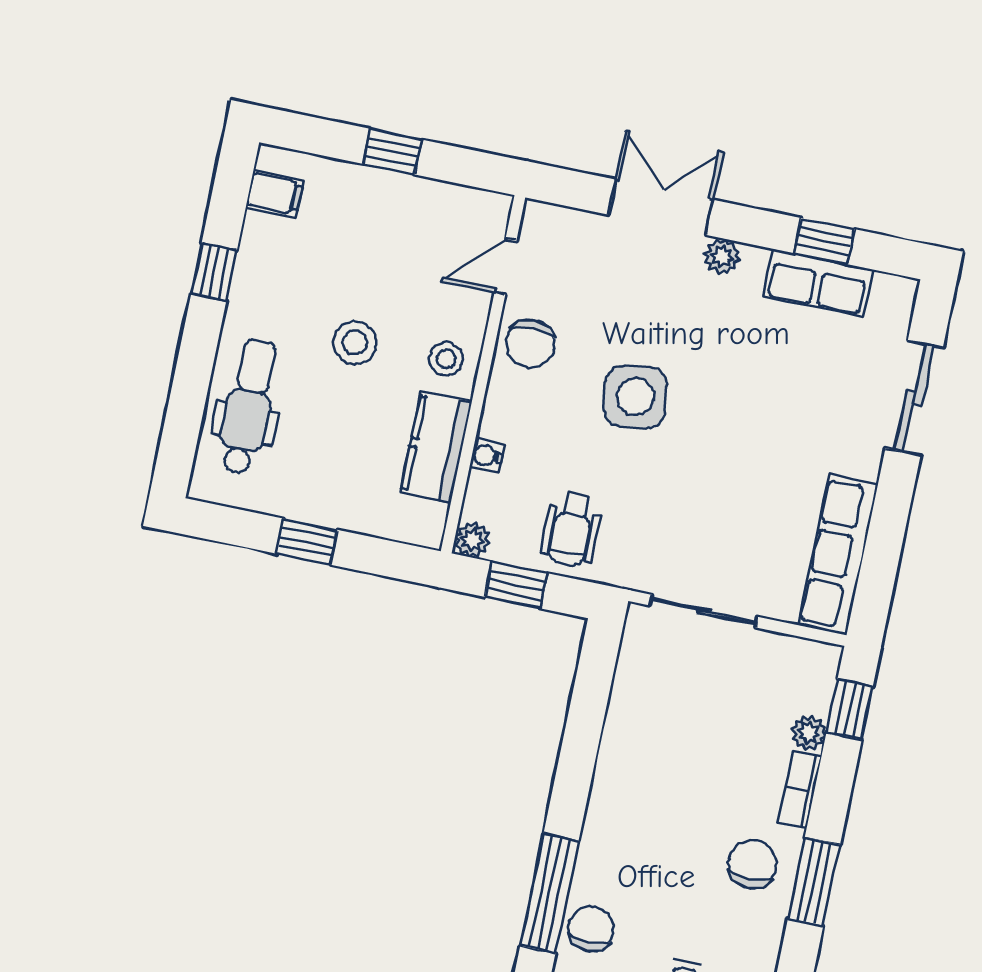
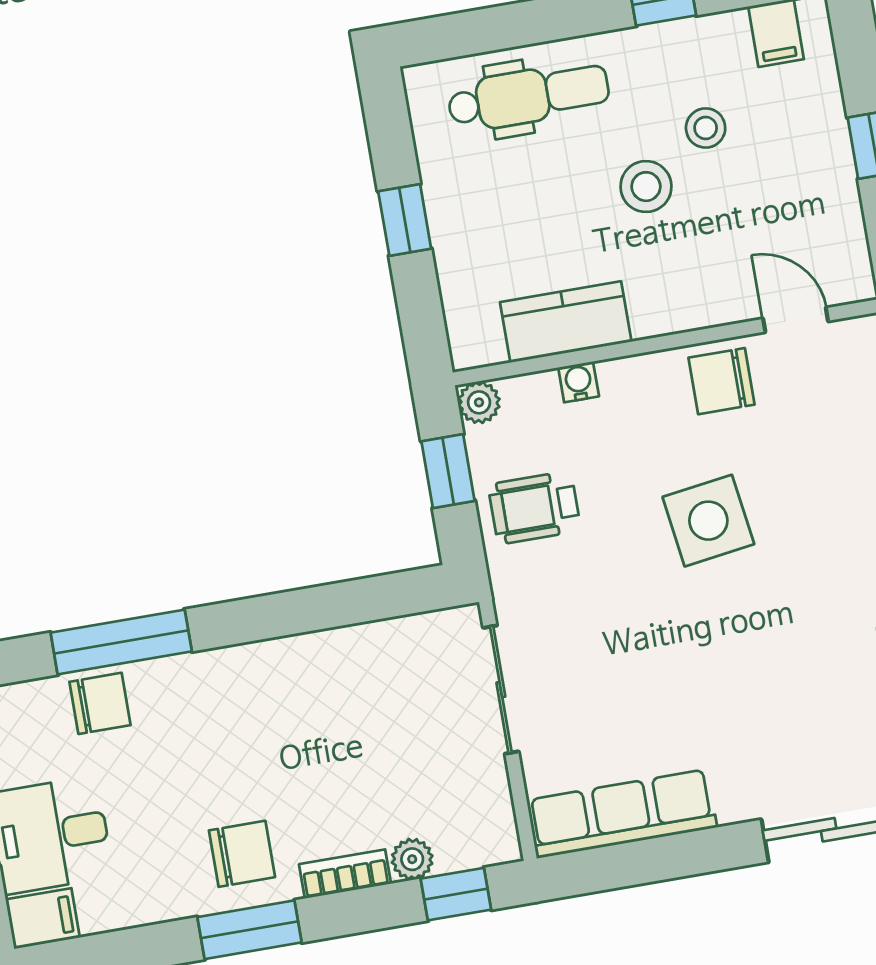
stool: (446, 359) -> (706, 128), moved

